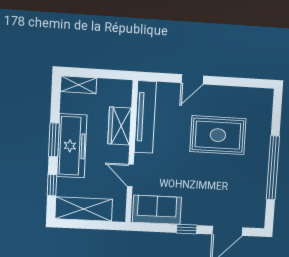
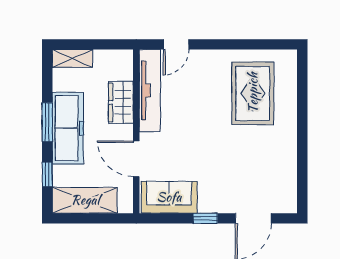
door: (192, 79) -> (176, 44), moved
rug: (218, 135) -> (253, 93), moved, turned 90
window: (273, 168) -> (302, 141), removed
door: (130, 175) -> (136, 159), width x1.38

